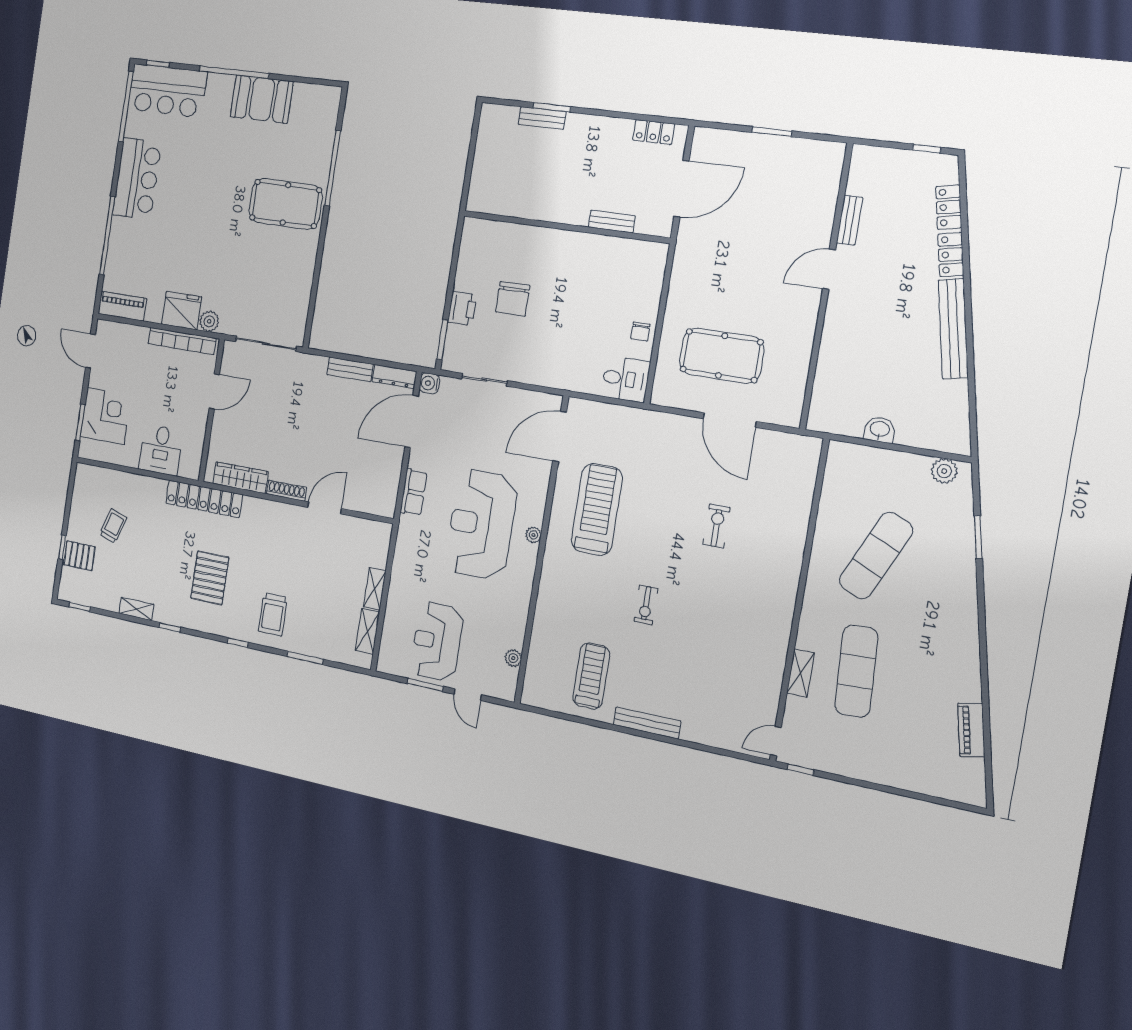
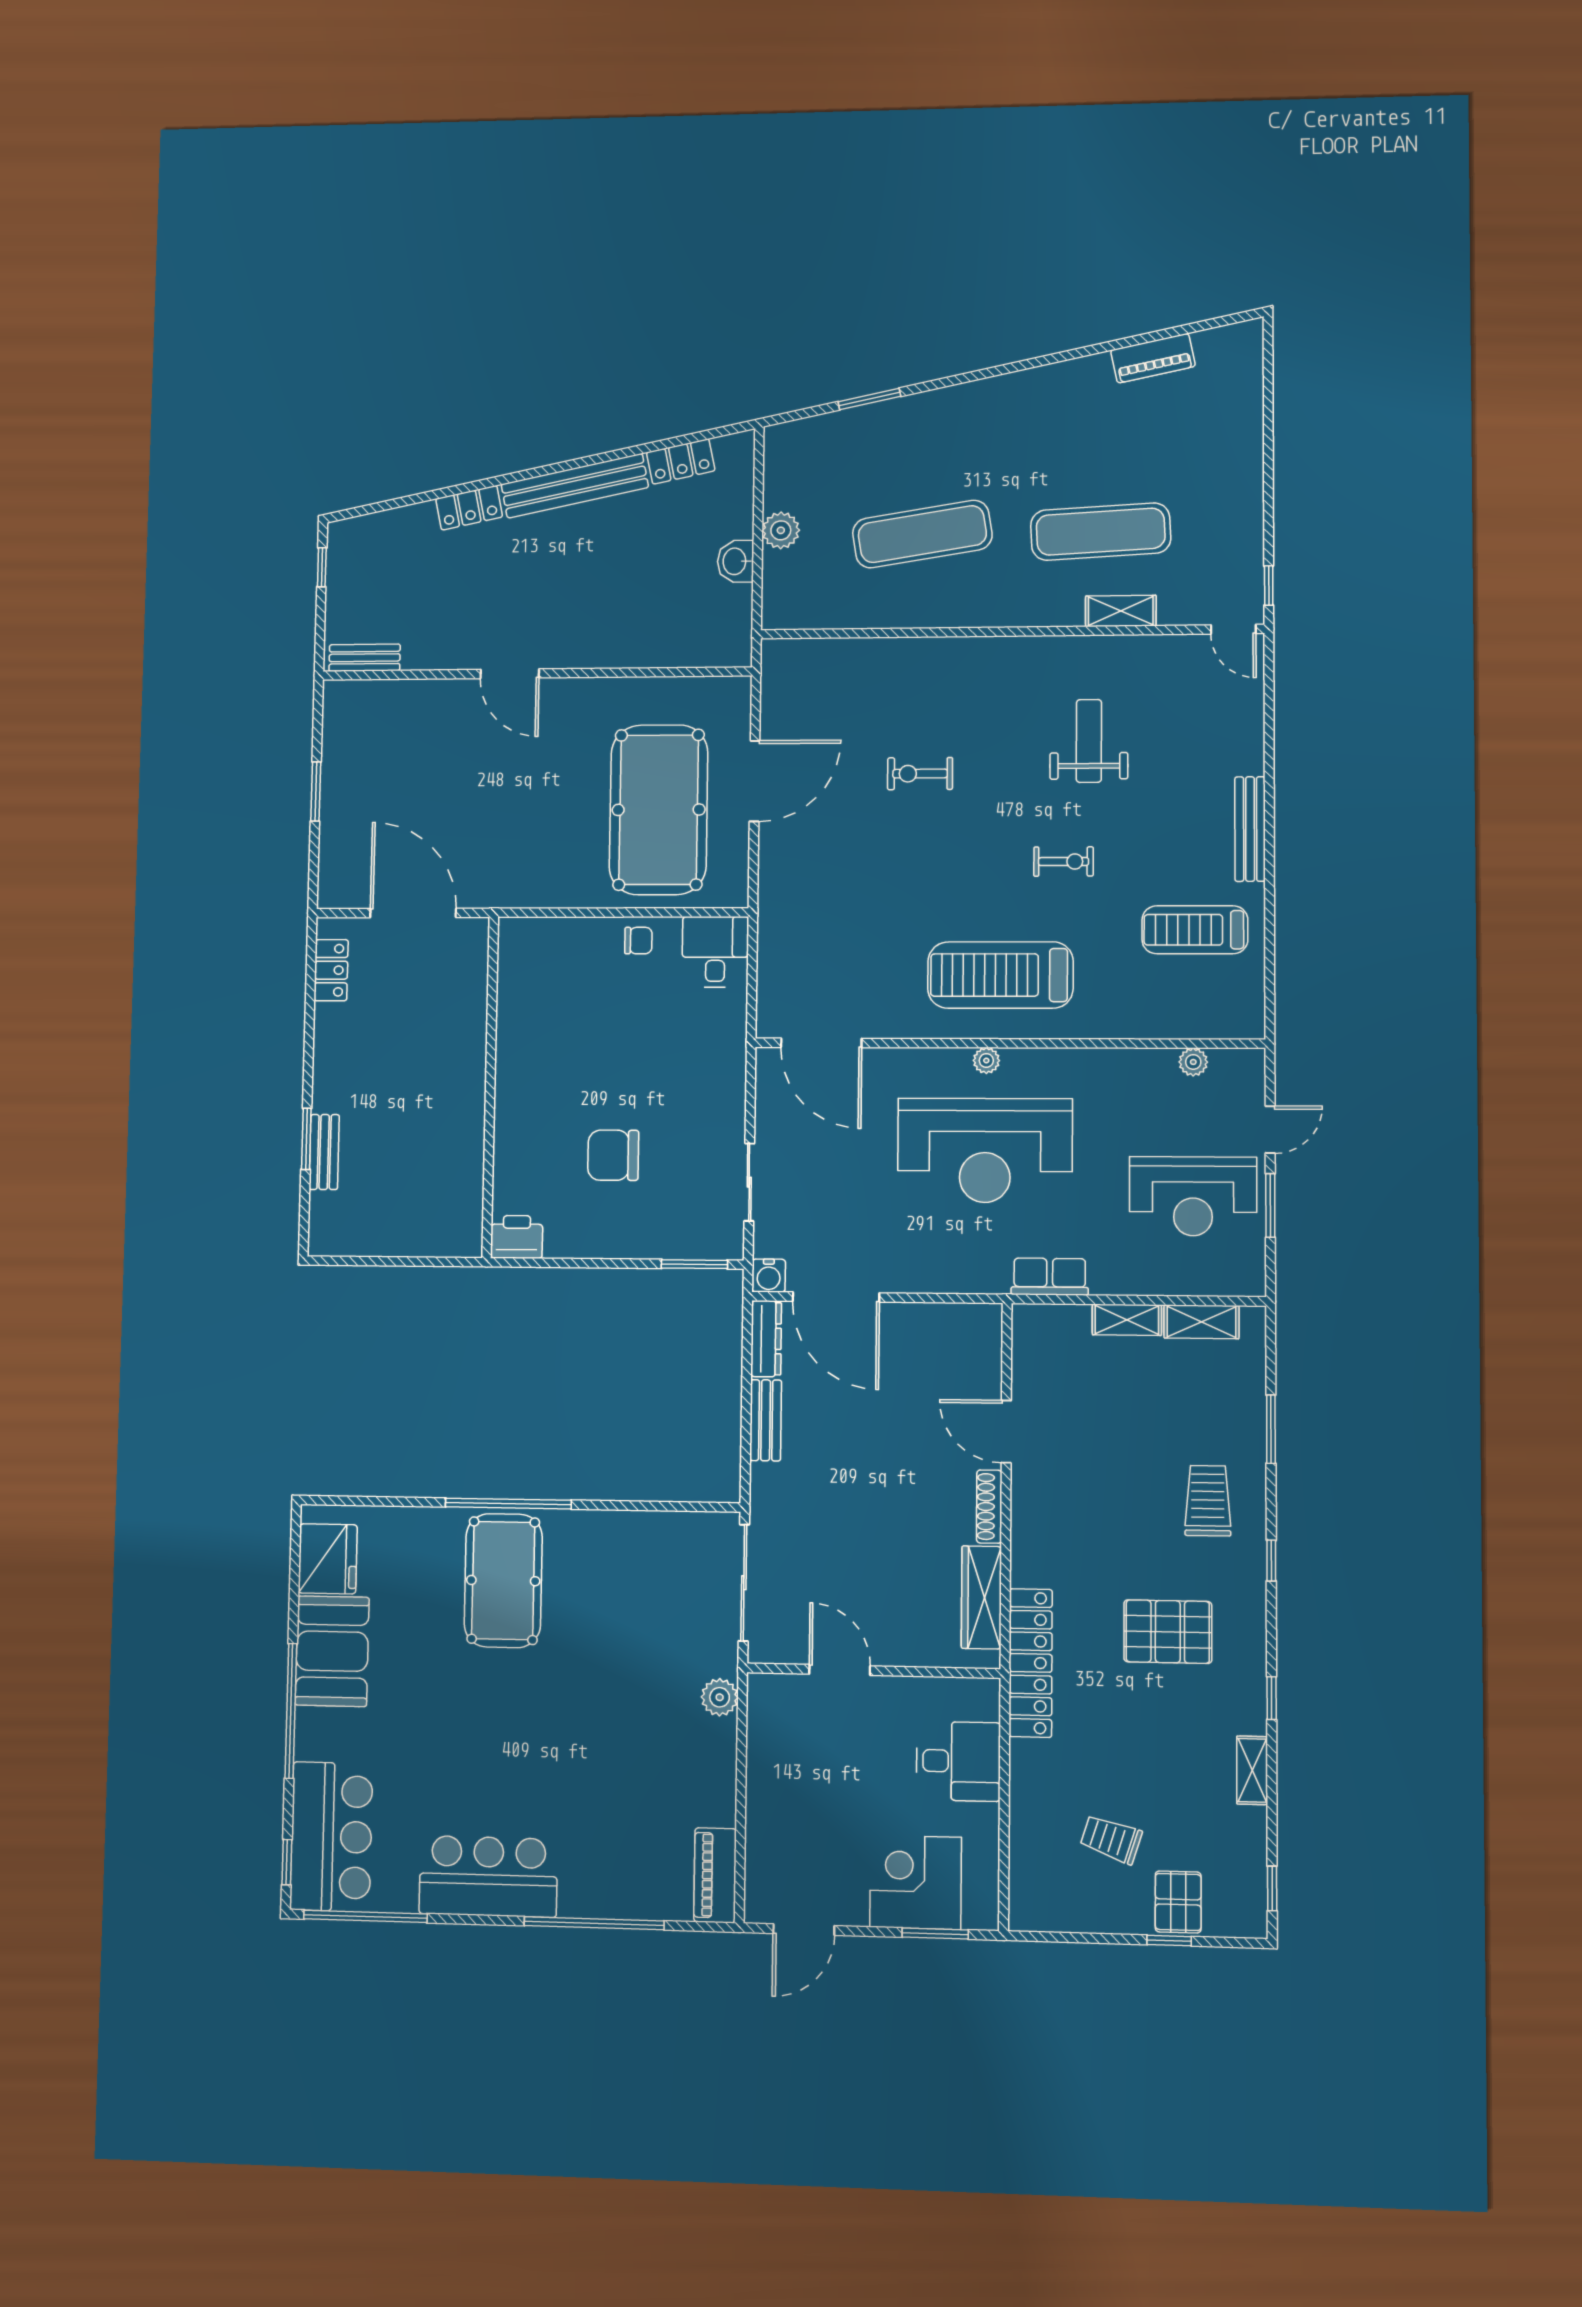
window: (333, 168) -> (508, 1504), moved
locker: (949, 207) -> (681, 461), moved
bench: (849, 220) -> (365, 658), moved
bench: (612, 222) -> (474, 1013), removed
chair: (513, 299) -> (613, 1155), turned 180
printer: (462, 308) -> (517, 1237), moved
fridge: (182, 311) -> (328, 1559), moved, turned 180
bookcase: (182, 341) -> (761, 1746), removed
pool table: (722, 356) -> (659, 810), width x1.36, depth x1.32
plant: (944, 471) -> (781, 530), moved
row of seats: (414, 492) -> (1050, 1277), moved
treadmill: (597, 509) -> (1000, 975), moved
exercise mat: (876, 556) -> (922, 534), turned -33
trolley: (273, 614) -> (1208, 1501), turned -90
weight bench: (719, 636) -> (1089, 741), added

